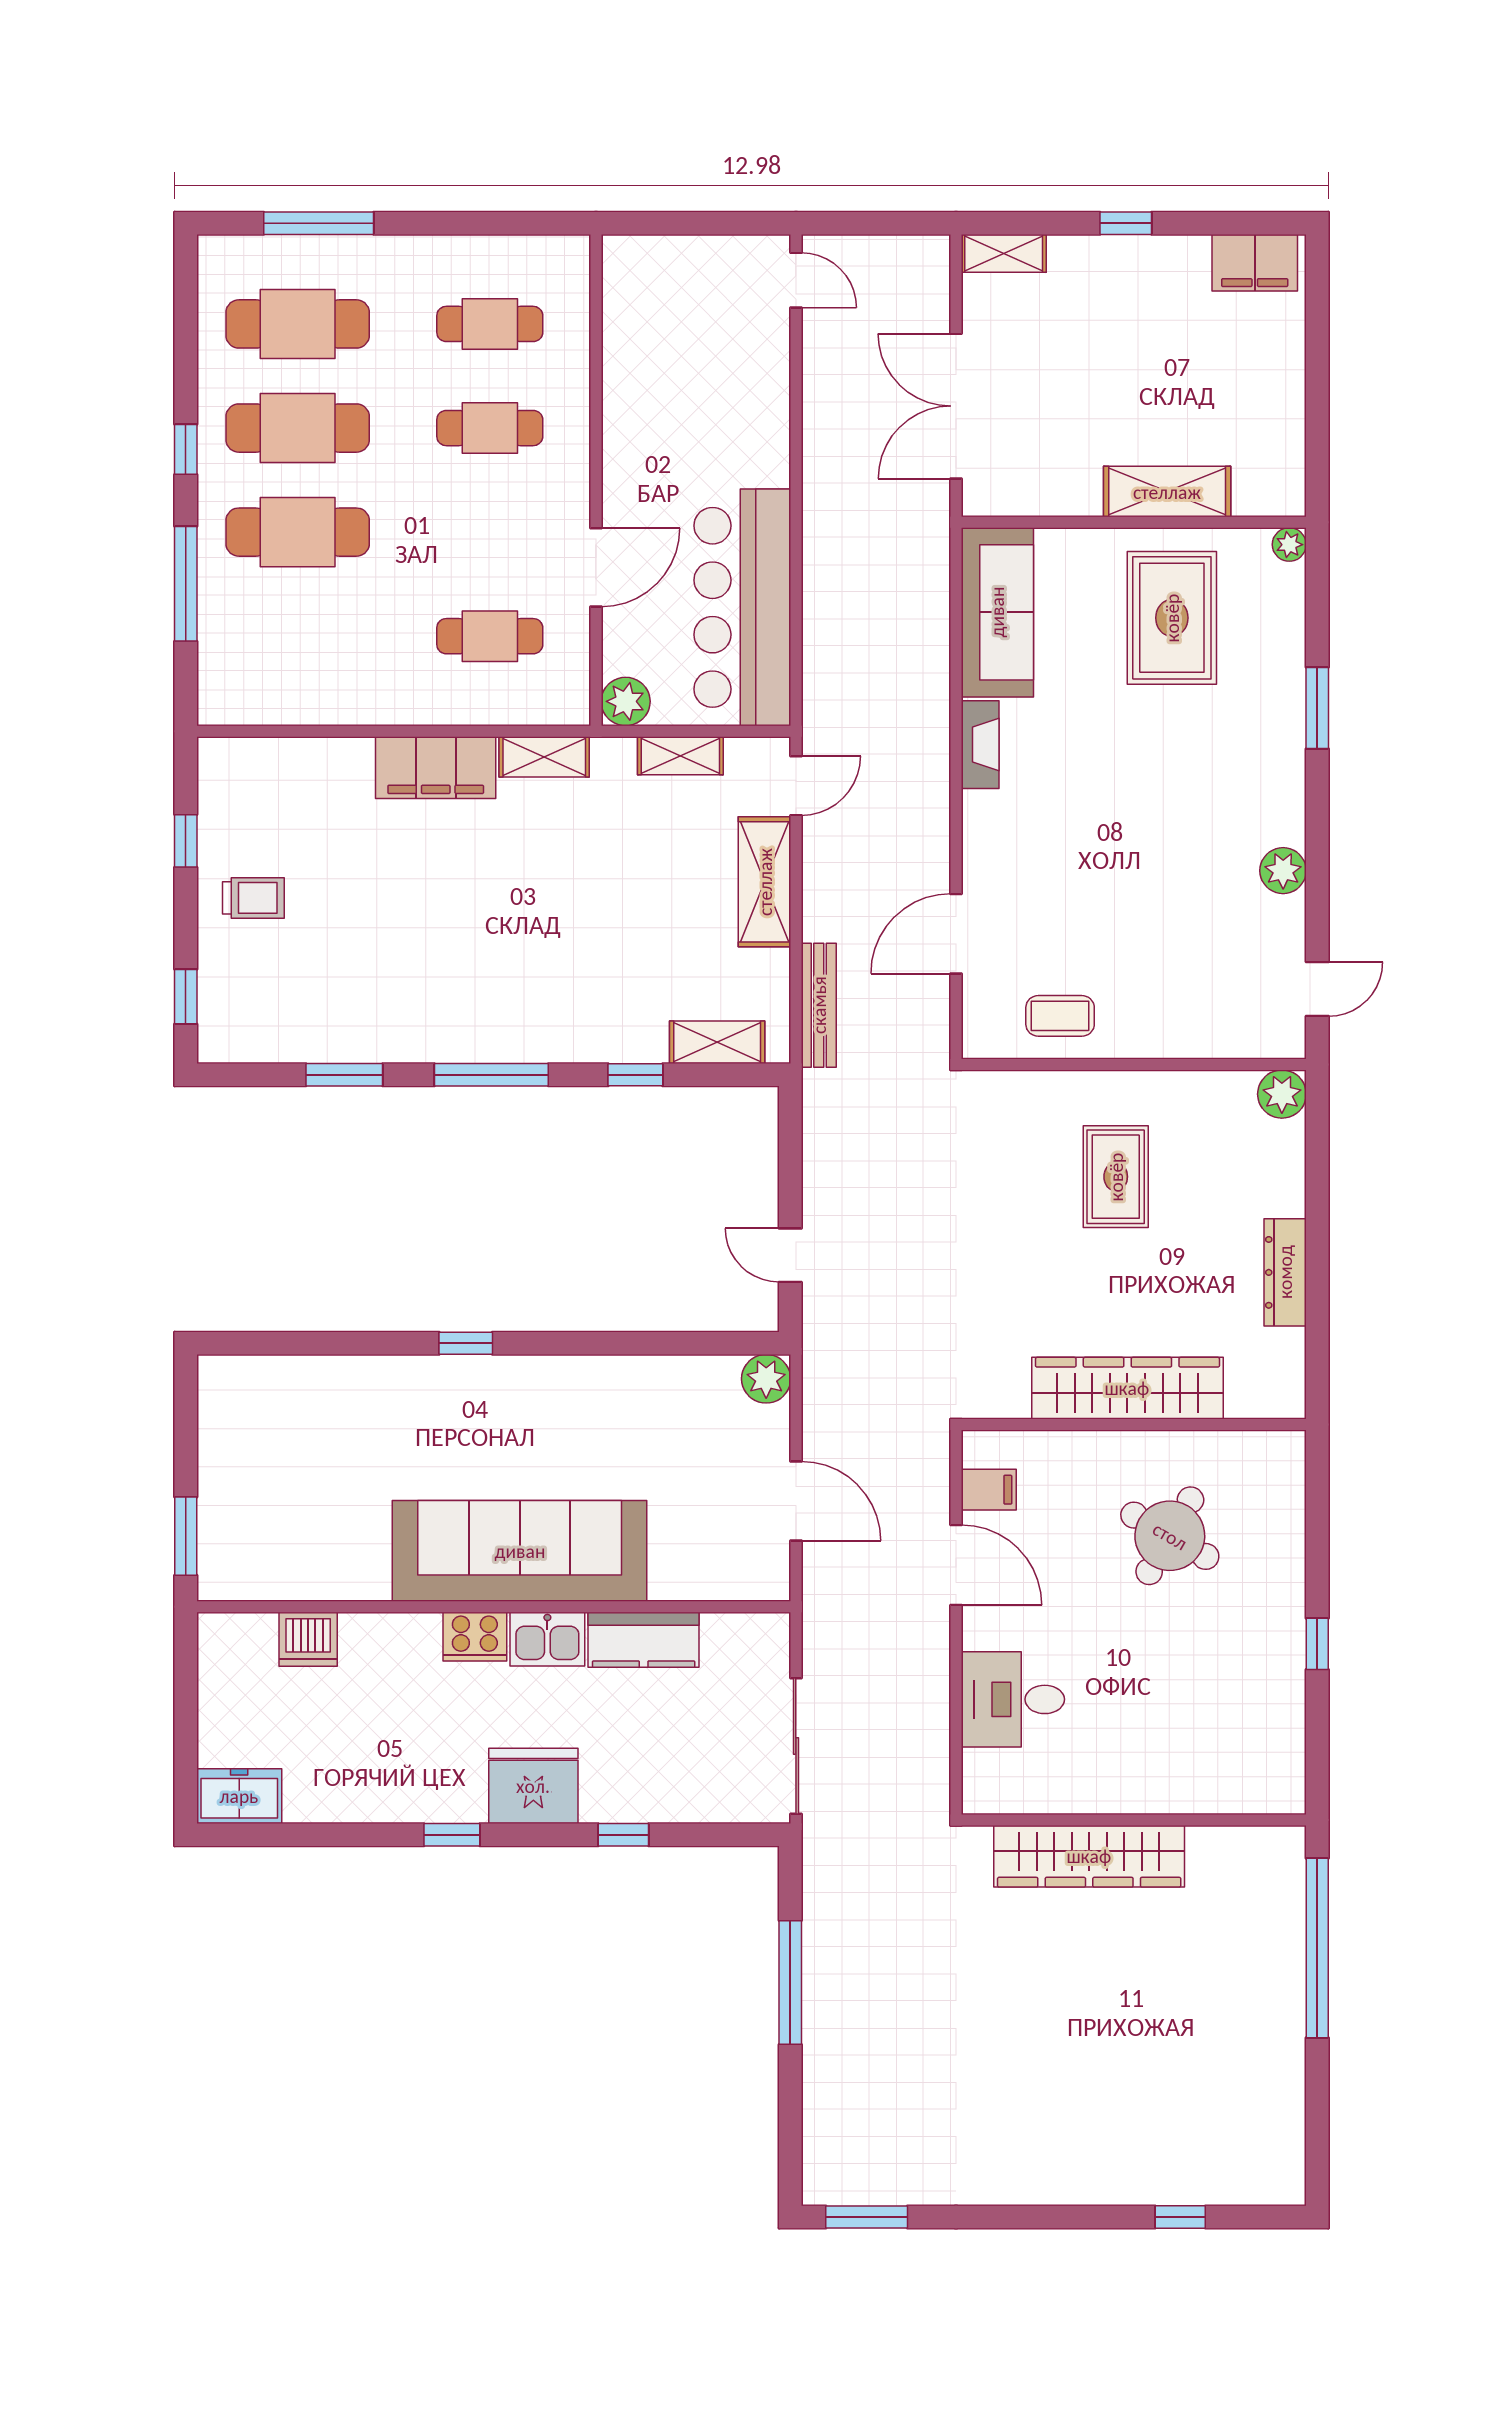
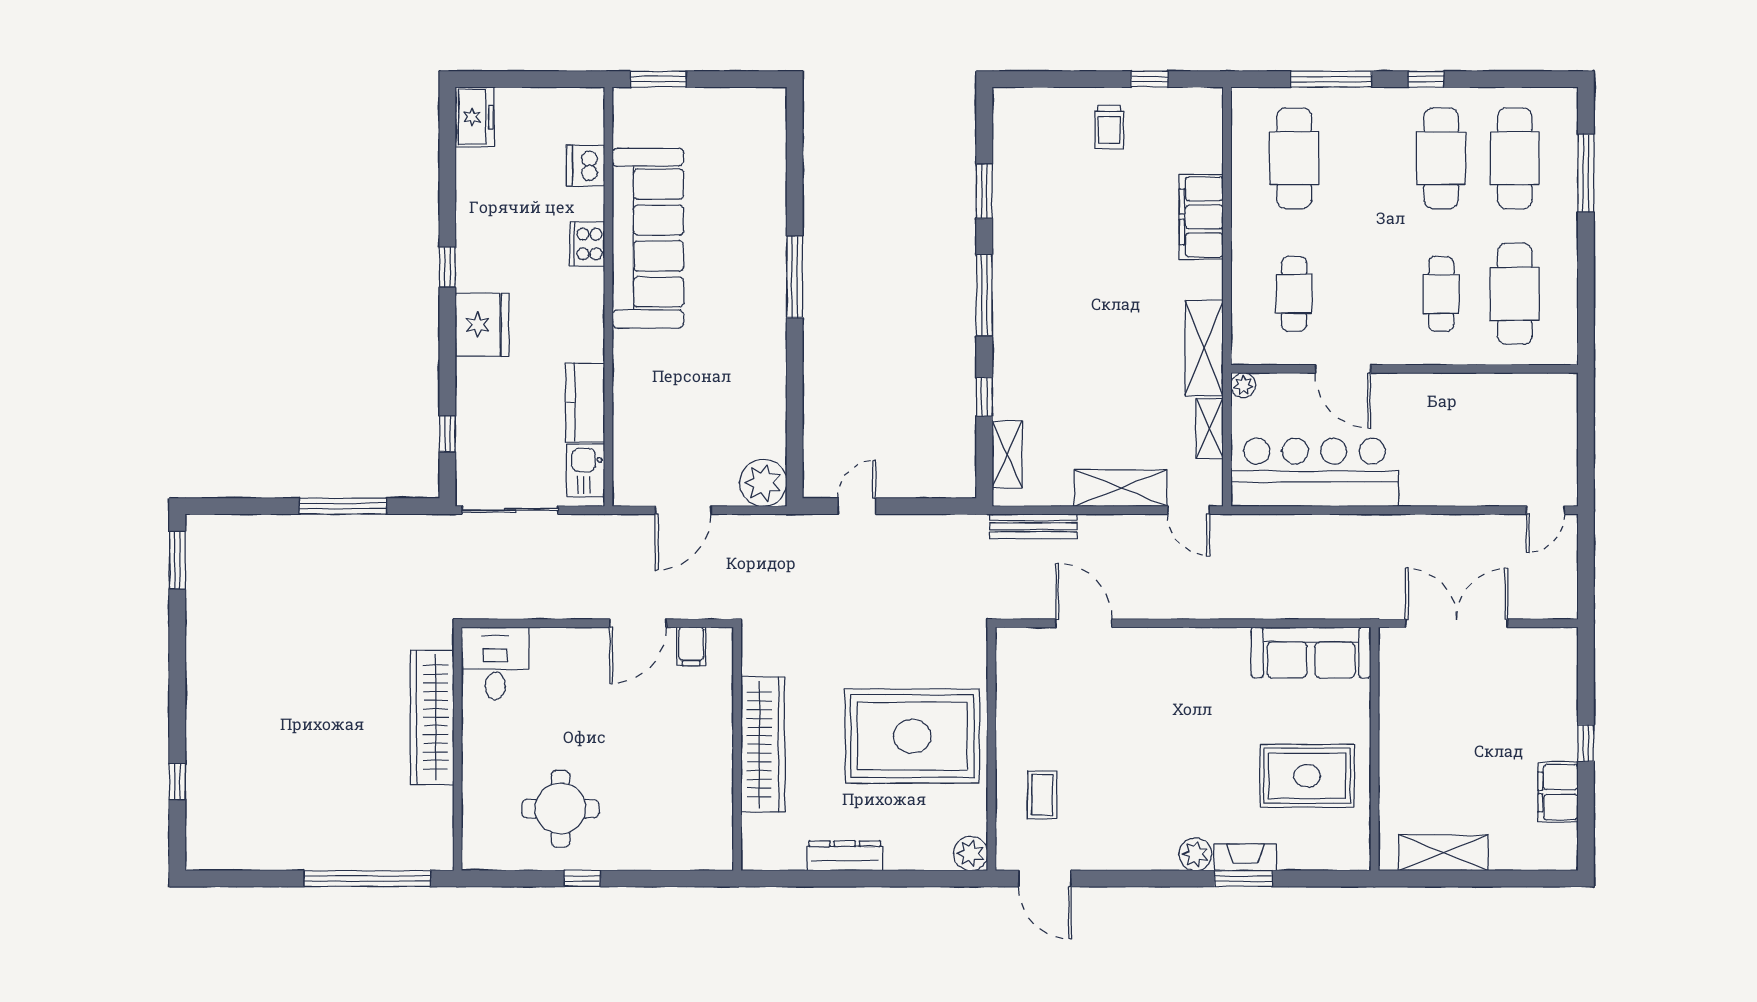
shelving: (1004, 253) -> (1565, 657), removed
filing cabinet: (1255, 263) -> (1558, 792), moved
cafe table: (490, 324) -> (1515, 294), width x1.37, depth x1.35
shelving: (1167, 492) -> (1444, 853), moved, turned 90
cafe table: (298, 532) -> (1294, 158), moved
plant: (1289, 545) -> (1359, 859), removed
plant: (626, 701) -> (1243, 385), width x0.73, depth x0.73
fireplace: (980, 745) -> (1245, 857), moved, turned 180
shelving: (544, 757) -> (1204, 348), width x1.50, depth x1.33
filing cabinet: (436, 768) -> (1201, 217), moved
plant: (1283, 871) -> (1195, 854), moved
door: (1317, 989) -> (1045, 879), width x1.38
window: (186, 997) -> (1039, 79), removed
coffee table: (1060, 1016) -> (1042, 795), moved
rug: (1116, 1177) -> (912, 736), width x1.86, depth x2.06
window: (466, 1343) -> (795, 277), width x2.17
plant: (766, 1379) -> (763, 483), width x1.36, depth x1.36
round table: (1170, 1536) -> (560, 809), moved, turned -30
sofa: (520, 1551) -> (648, 238), moved
cooker: (475, 1637) -> (587, 244), moved
kitchen sink: (547, 1639) -> (586, 471), moved
desk: (1013, 1699) -> (495, 663), moved
window: (623, 1835) -> (447, 434), moved

